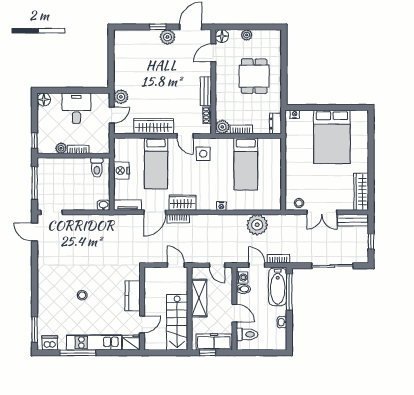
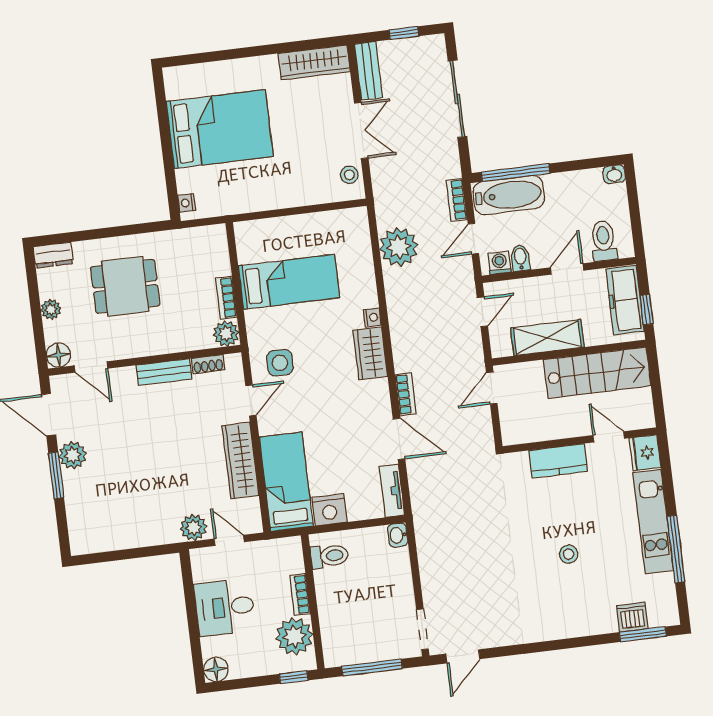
window: (158, 27) -> (56, 475), width x1.50
dresser: (275, 123) -> (53, 255), moved
plant: (61, 148) -> (294, 636), width x1.88, depth x1.88
bed: (156, 163) -> (286, 482), moved, turned -90
wardrobe: (183, 203) -> (370, 353), moved
washbasin: (282, 322) -> (614, 174), moved
dishwasher: (50, 343) -> (632, 617), moved, turned 90

